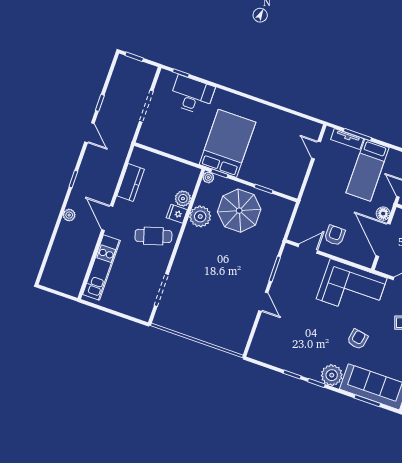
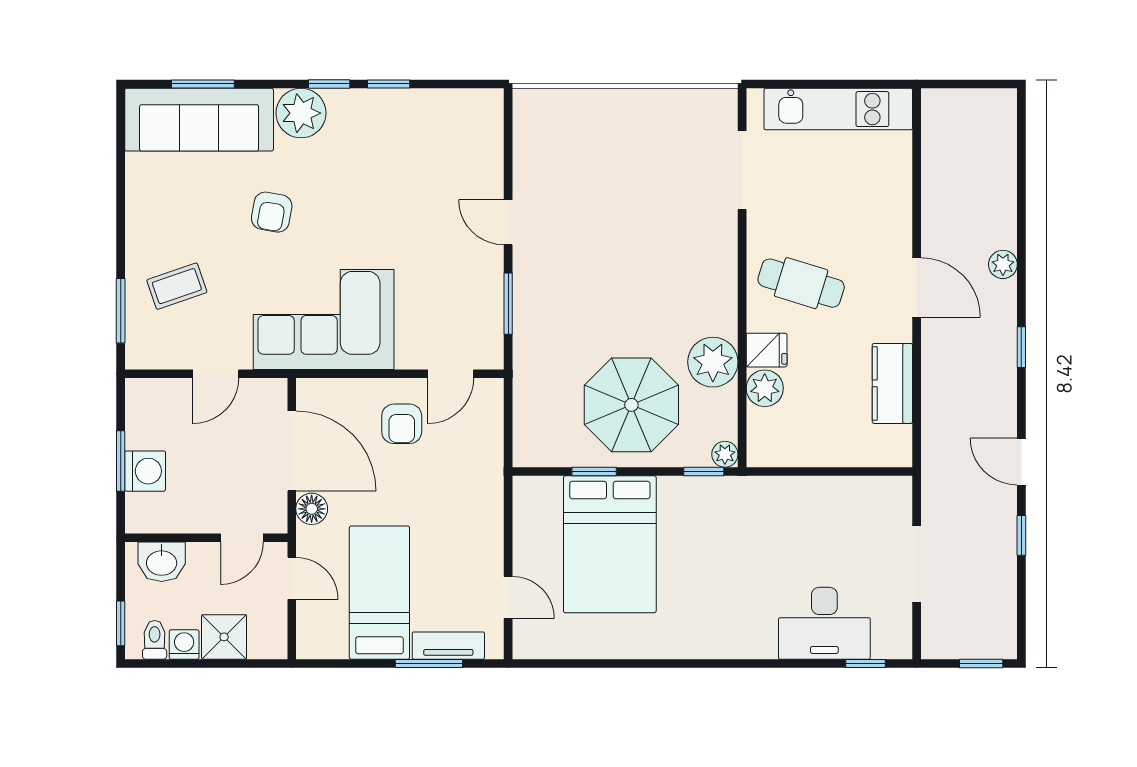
bed: (227, 143) -> (610, 544), moved
cafe table: (153, 236) -> (801, 283), turned 34
kitchen unit: (101, 267) -> (838, 109), moved, turned -90

